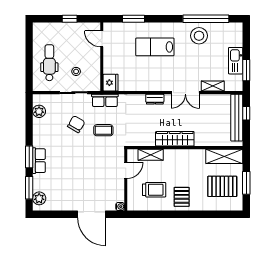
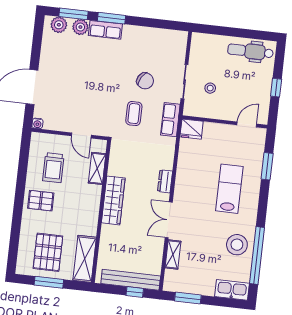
kitchen sink: (236, 61) -> (232, 290), moved
dental chair: (49, 63) -> (250, 51), moved, turned 180
plant: (39, 111) -> (80, 27), moved

